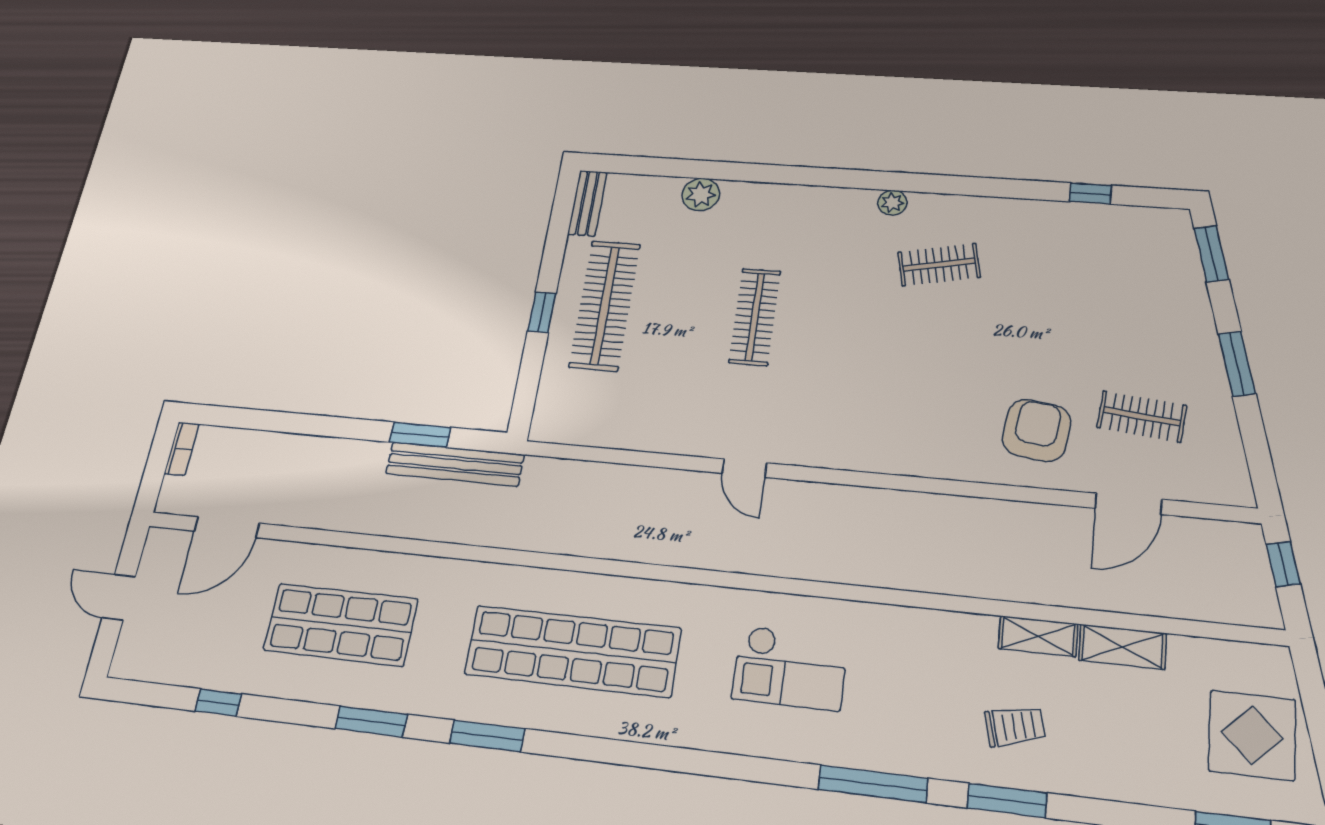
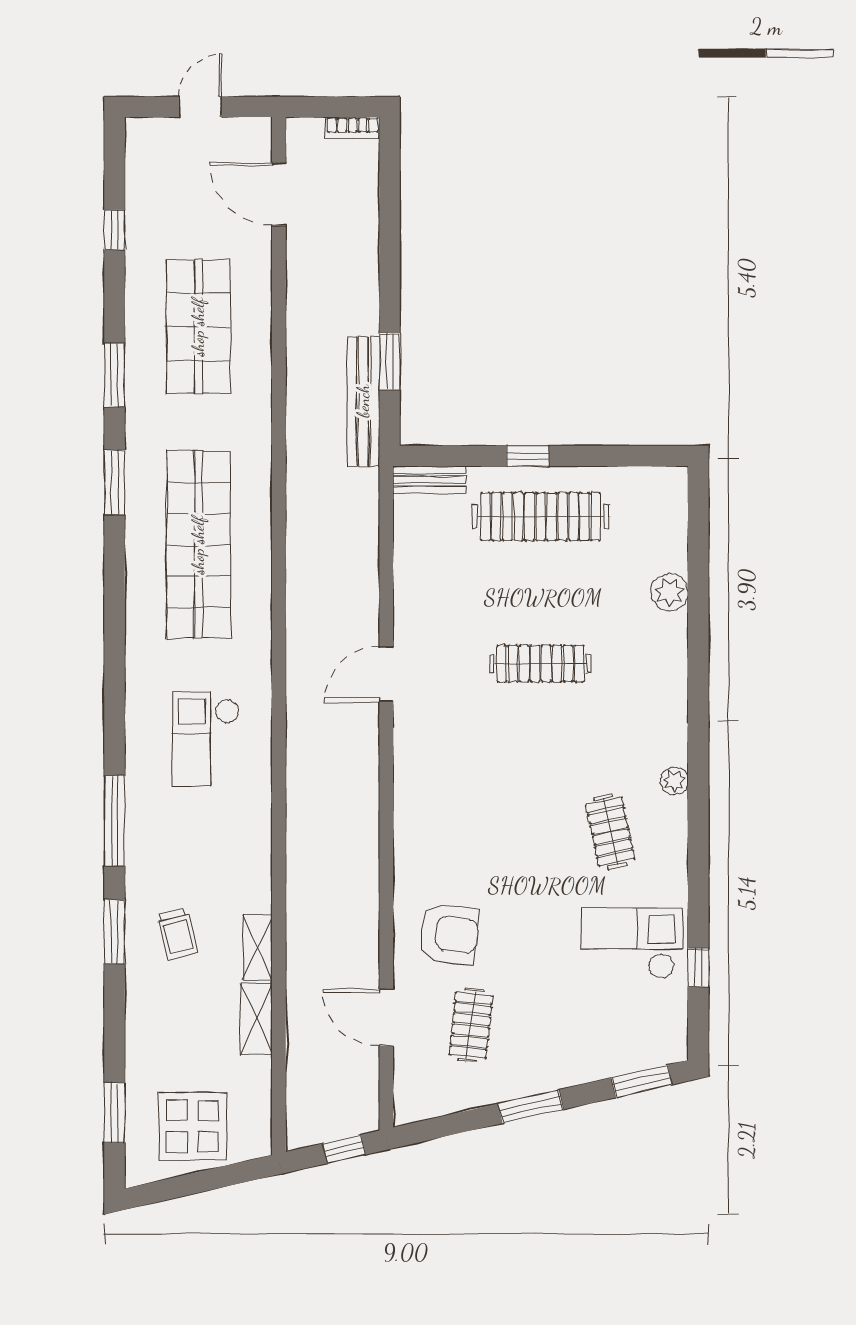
bench: (587, 203) -> (430, 480), moved
checkout: (1060, 253) -> (632, 943), added
door: (744, 468) -> (386, 674), width x1.38

